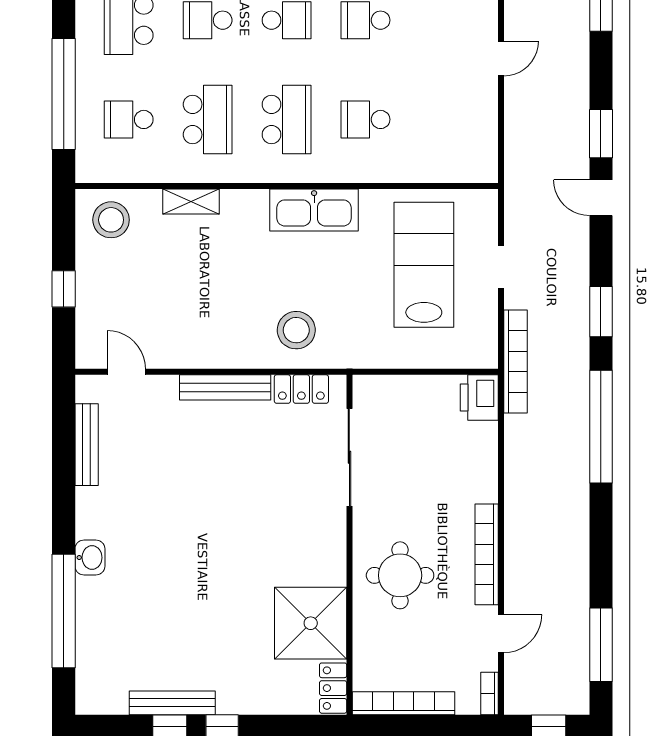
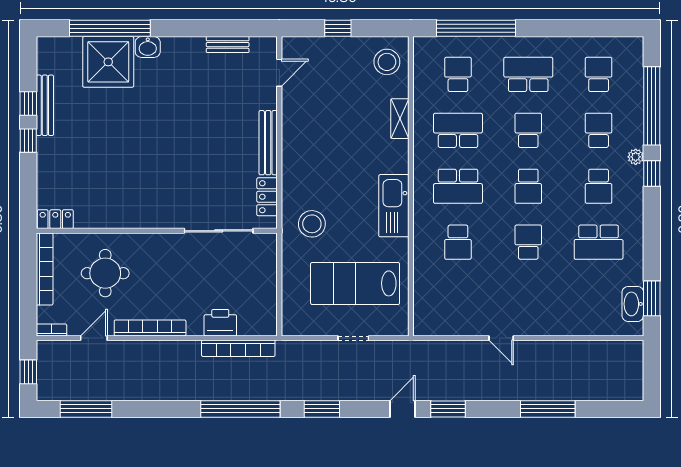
school desk: (208, 119) -> (458, 130), turned 180
school desk: (365, 119) -> (458, 242), turned 180
lab bench: (424, 265) -> (355, 283), turned 180
stool: (296, 330) -> (312, 224), moved
bookcase: (516, 361) -> (238, 348), moved
printer: (479, 397) -> (220, 323), moved
bench: (87, 445) -> (228, 45), width x0.73
round table: (400, 575) -> (105, 273), moved
shower: (311, 623) -> (108, 62), moved
door: (501, 634) -> (94, 338), swing flipped

